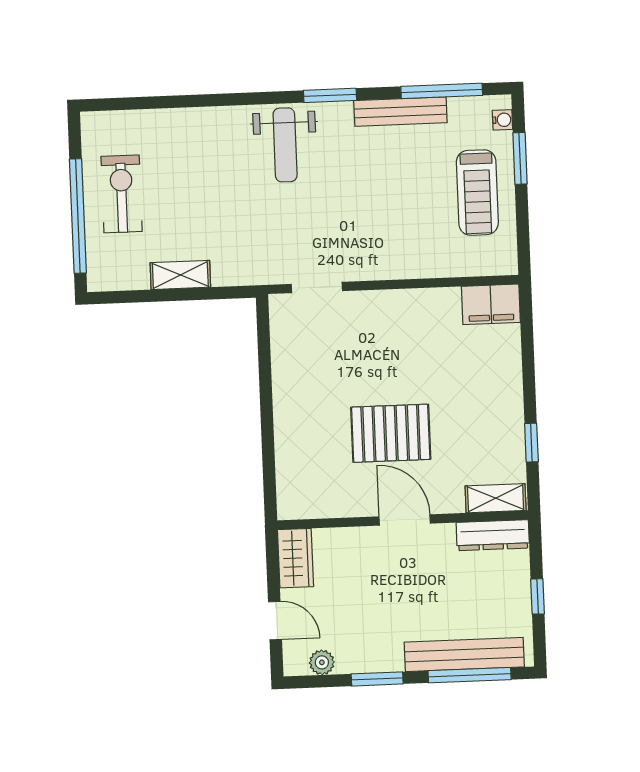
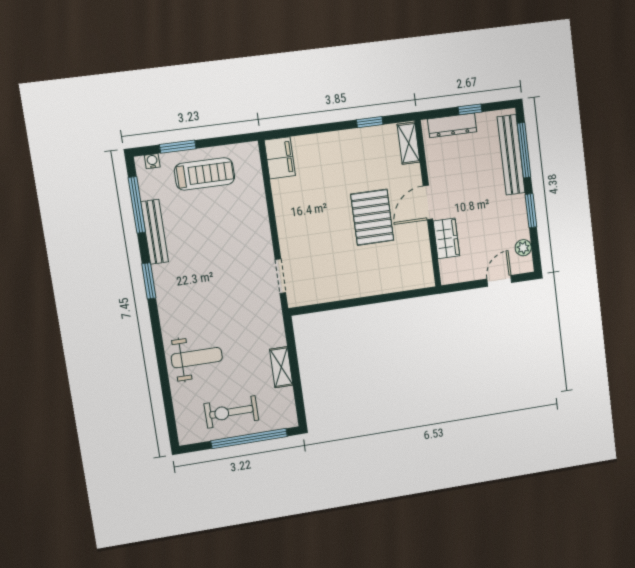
weight bench: (285, 145) -> (197, 358), moved
dresser: (493, 535) -> (452, 125), moved, turned 90
wardrobe: (295, 558) -> (446, 238), moved, turned 90

